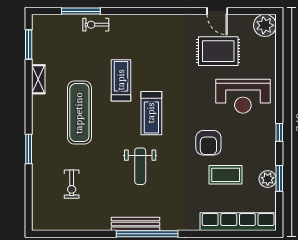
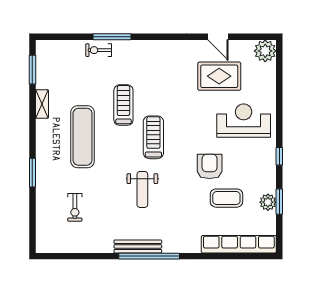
window: (81, 11) -> (112, 37), moved
reception desk: (243, 96) -> (244, 121), turned 180
treadmill: (151, 113) -> (153, 137), turned 180
armchair: (208, 143) -> (210, 166), turned 180

